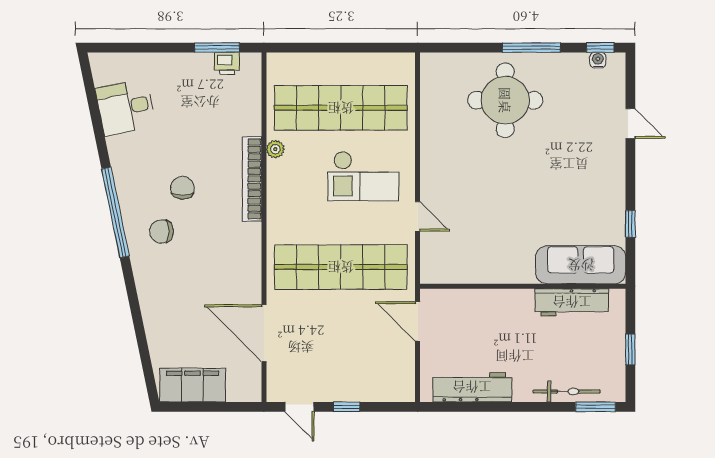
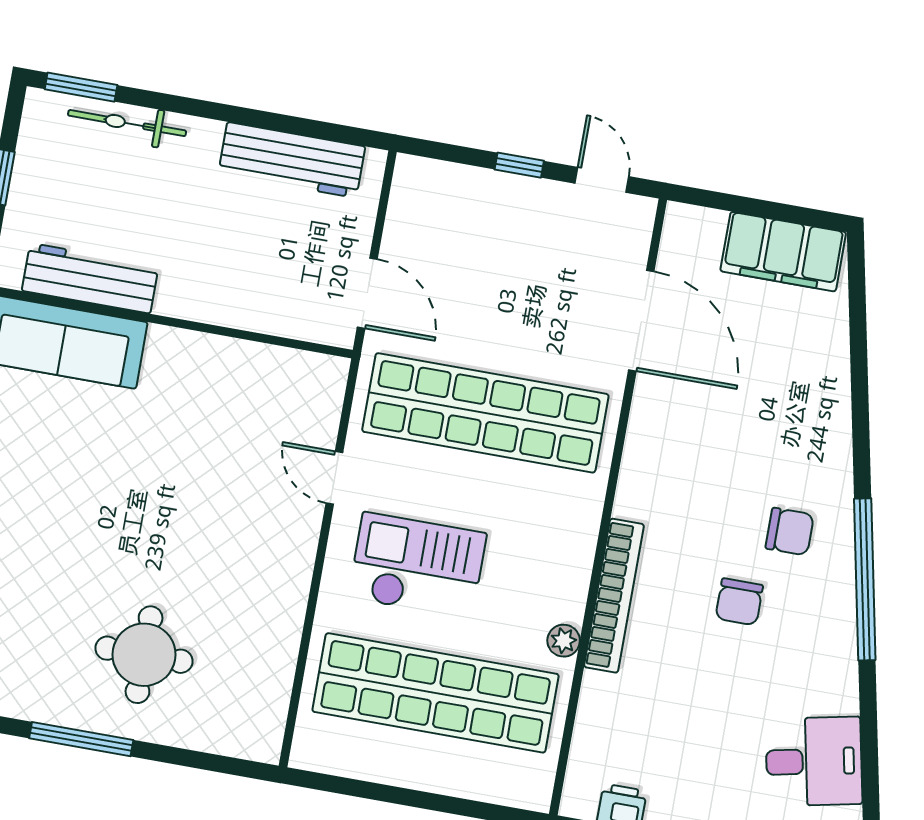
round table: (505, 100) -> (144, 655), width x0.73, depth x0.73

